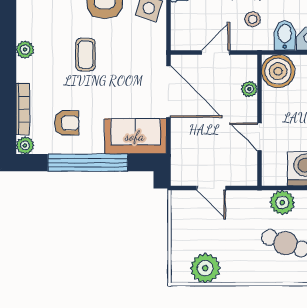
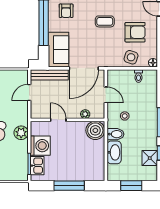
door: (259, 137) -> (58, 120), hinge flipped
bench: (180, 153) -> (49, 75), added

